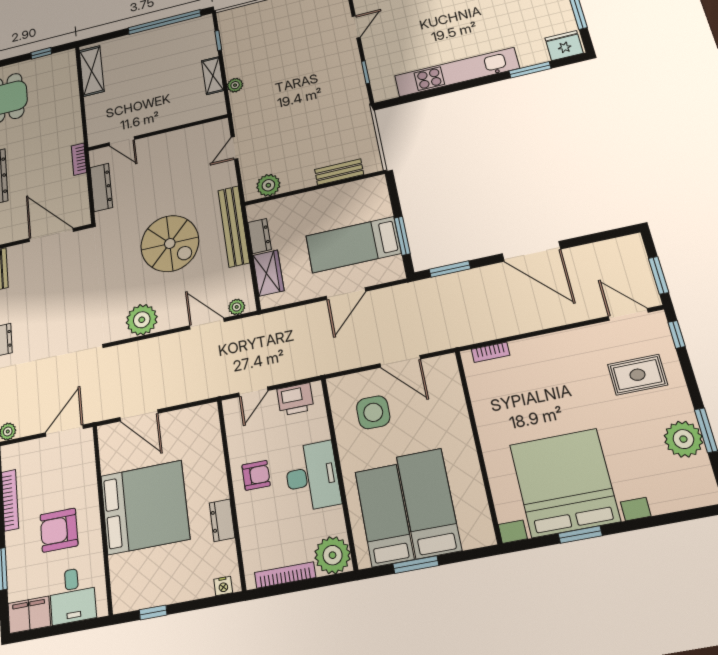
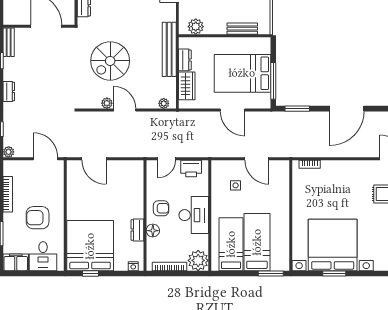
window: (402, 236) -> (273, 81), width x1.44
spiral stairs: (170, 243) -> (110, 61), moved, turned 90
bed: (353, 245) -> (242, 73), width x1.50
door: (531, 251) -> (347, 109), hinge flipped
door: (346, 294) -> (232, 110), hinge flipped
plant: (142, 320) -> (107, 103), width x0.53, depth x0.53
door: (207, 324) -> (125, 110), moved
side table: (373, 412) -> (236, 185), width x0.54, depth x0.54
door: (64, 431) -> (46, 159), hinge flipped
bed: (145, 507) -> (90, 246), moved, turned -90
floor lamp: (248, 516) -> (153, 231), added
window: (416, 565) -> (271, 274), moved

